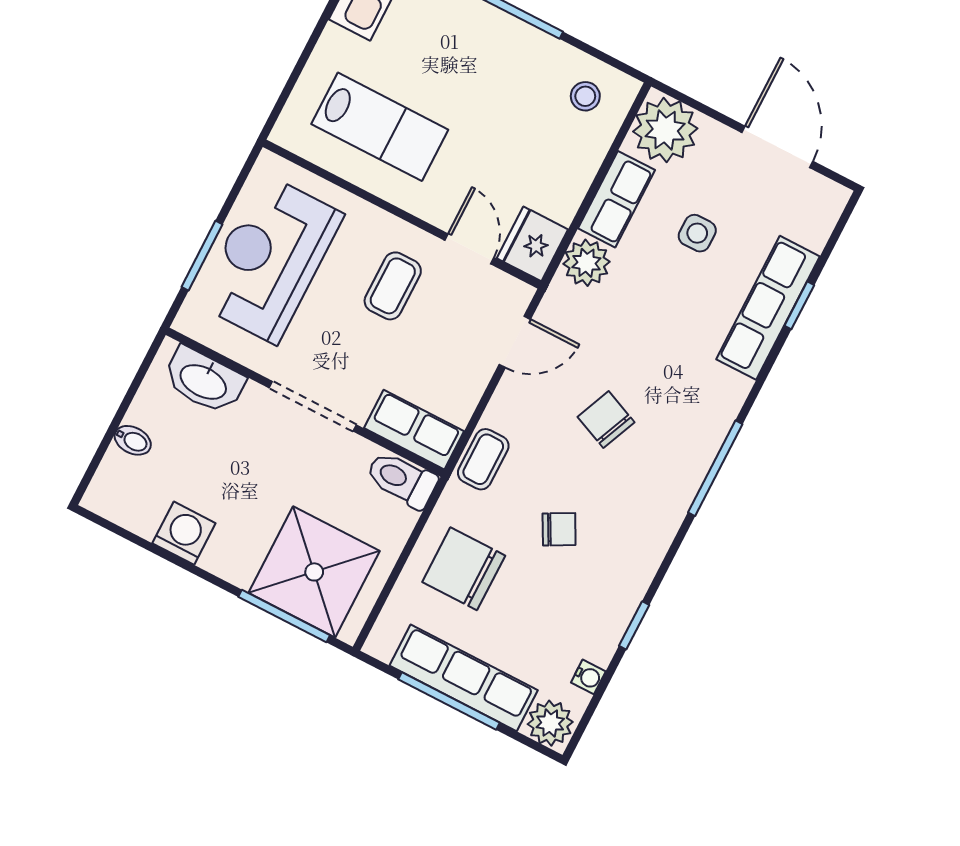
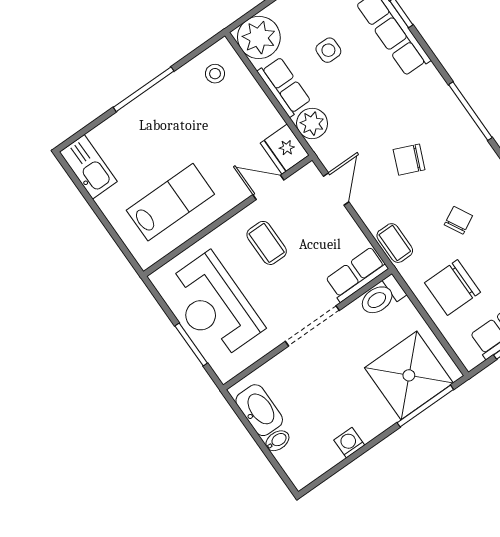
washbasin: (204, 381) -> (259, 410), moved, turned -90
washing machine: (184, 533) -> (349, 443), width x0.73, depth x0.73

